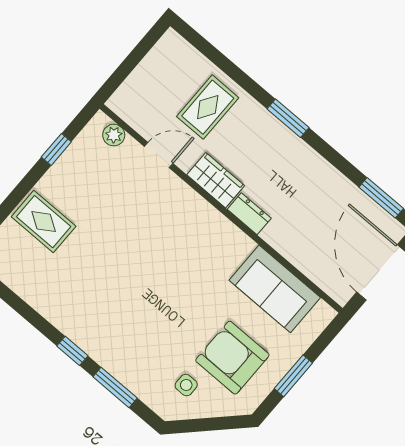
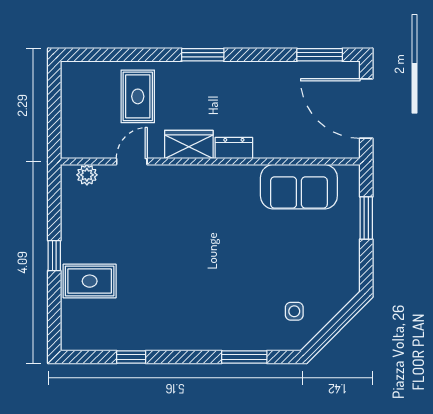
window: (56, 149) -> (54, 256), moved
window: (72, 351) -> (131, 357), moved
armchair: (232, 358) -> (311, 263), removed
window: (293, 376) -> (366, 218), moved

